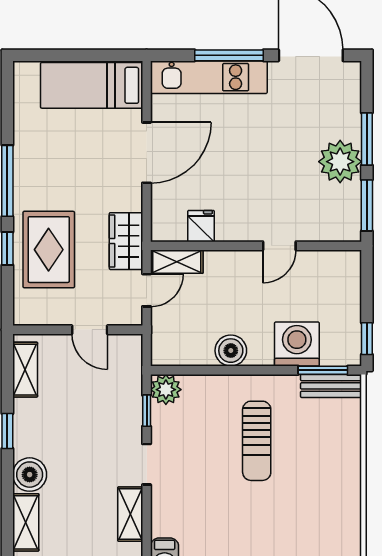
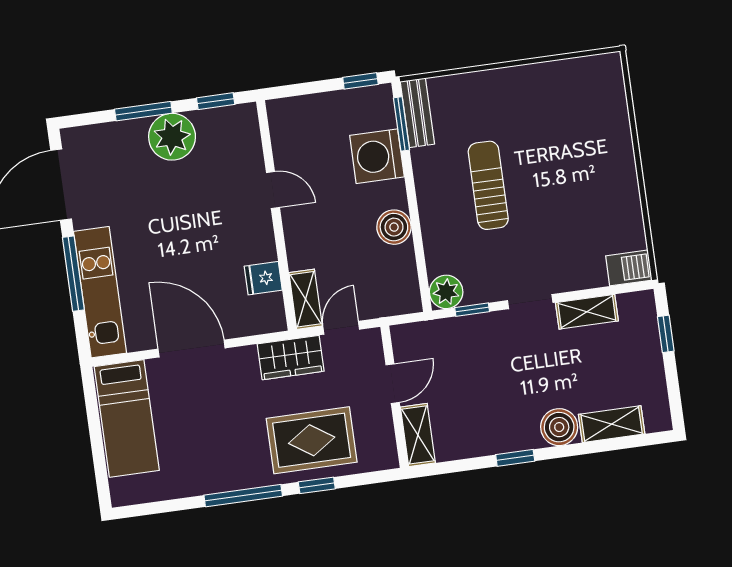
window: (367, 205) -> (216, 101), width x0.67
door: (147, 290) -> (341, 328), hinge flipped
shelving: (25, 370) -> (418, 435), moved, turned 90
sun lounger: (257, 441) -> (488, 185), turned -90

